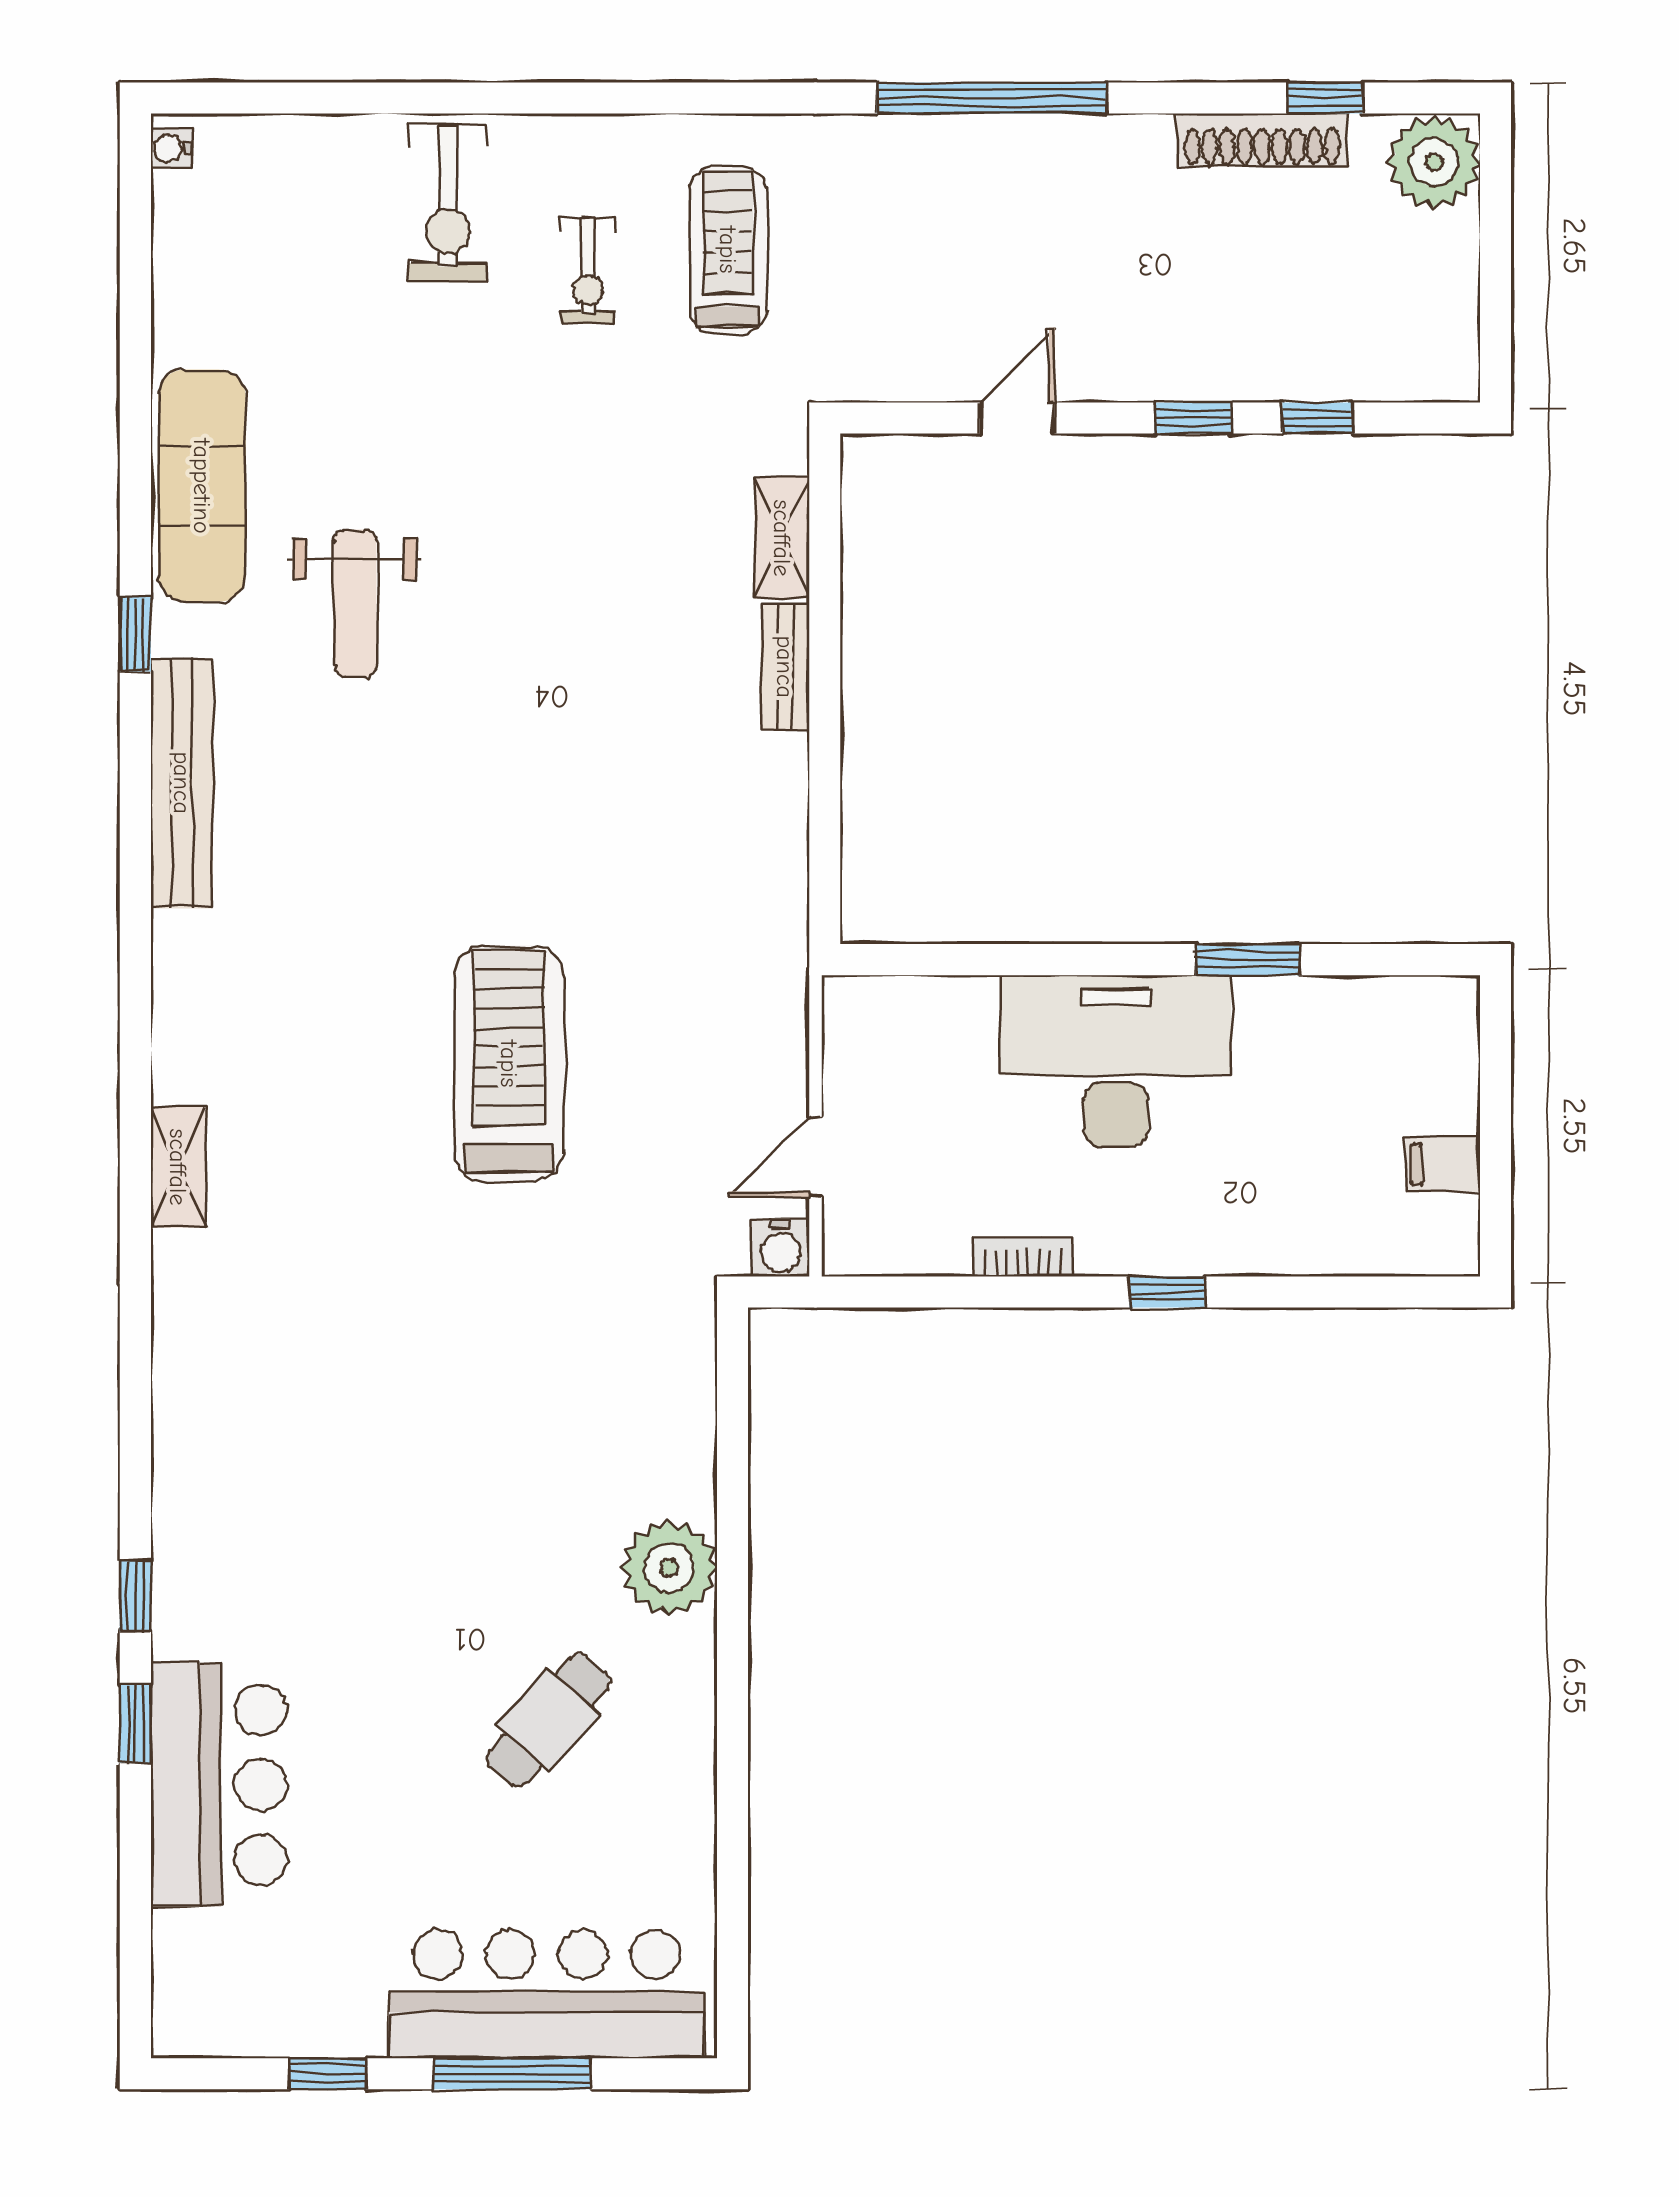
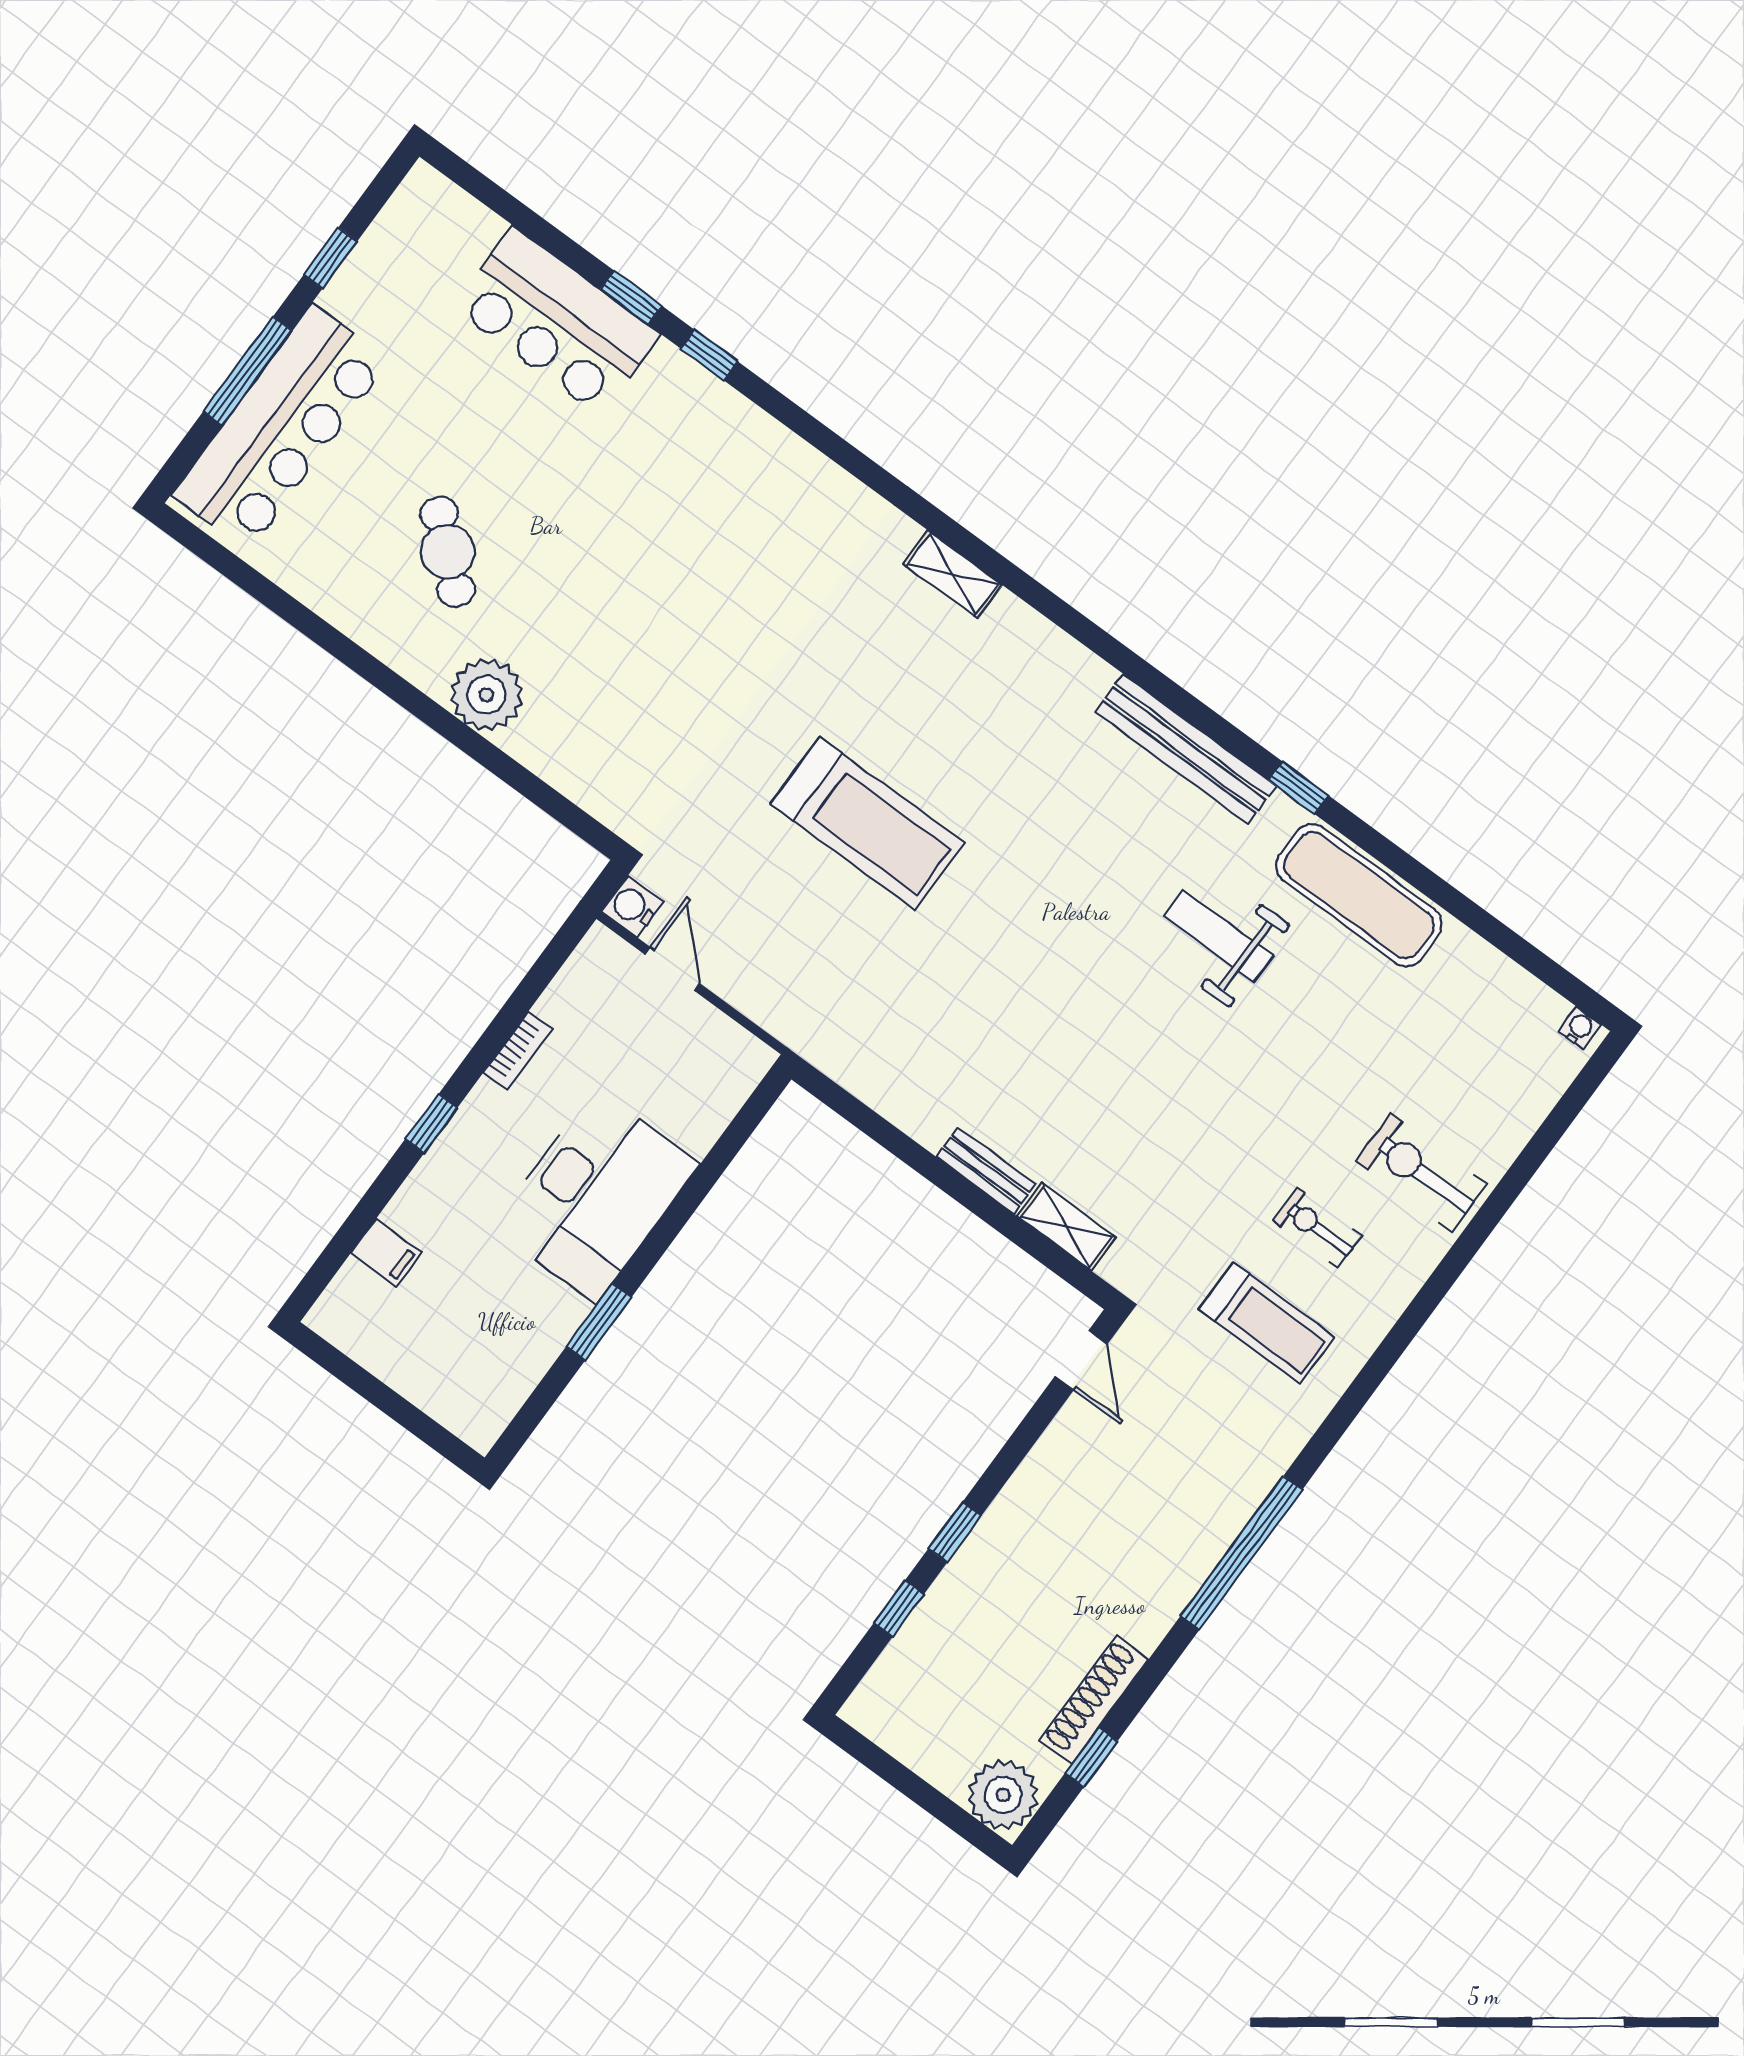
door: (1017, 418) -> (1081, 1360), moved
filing cabinet: (1443, 1164) -> (386, 1253), moved, turned 90

